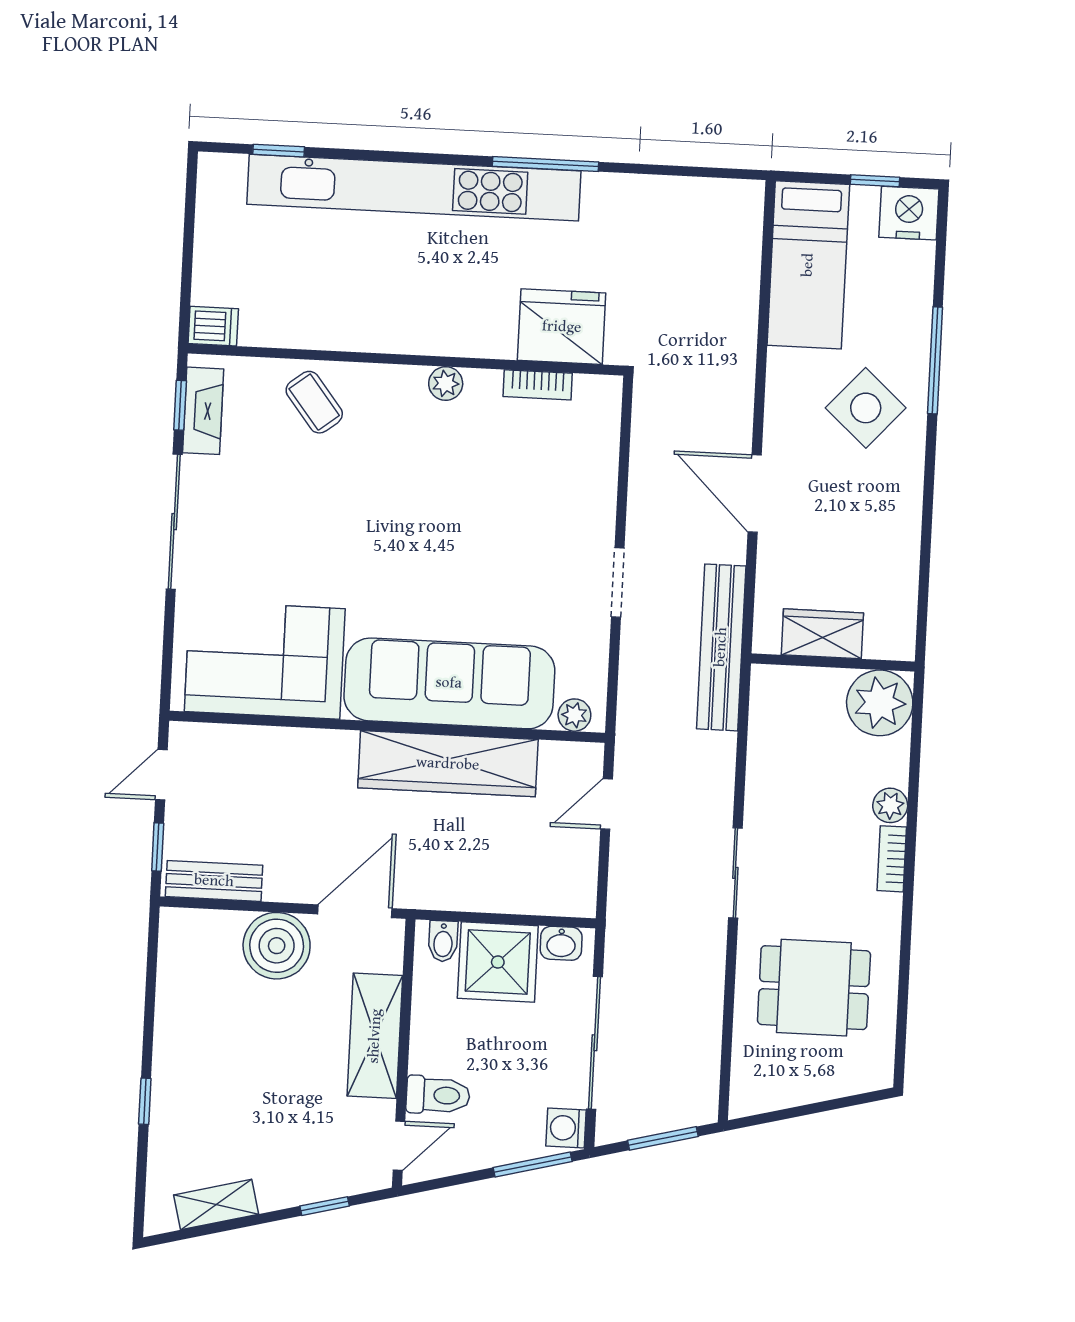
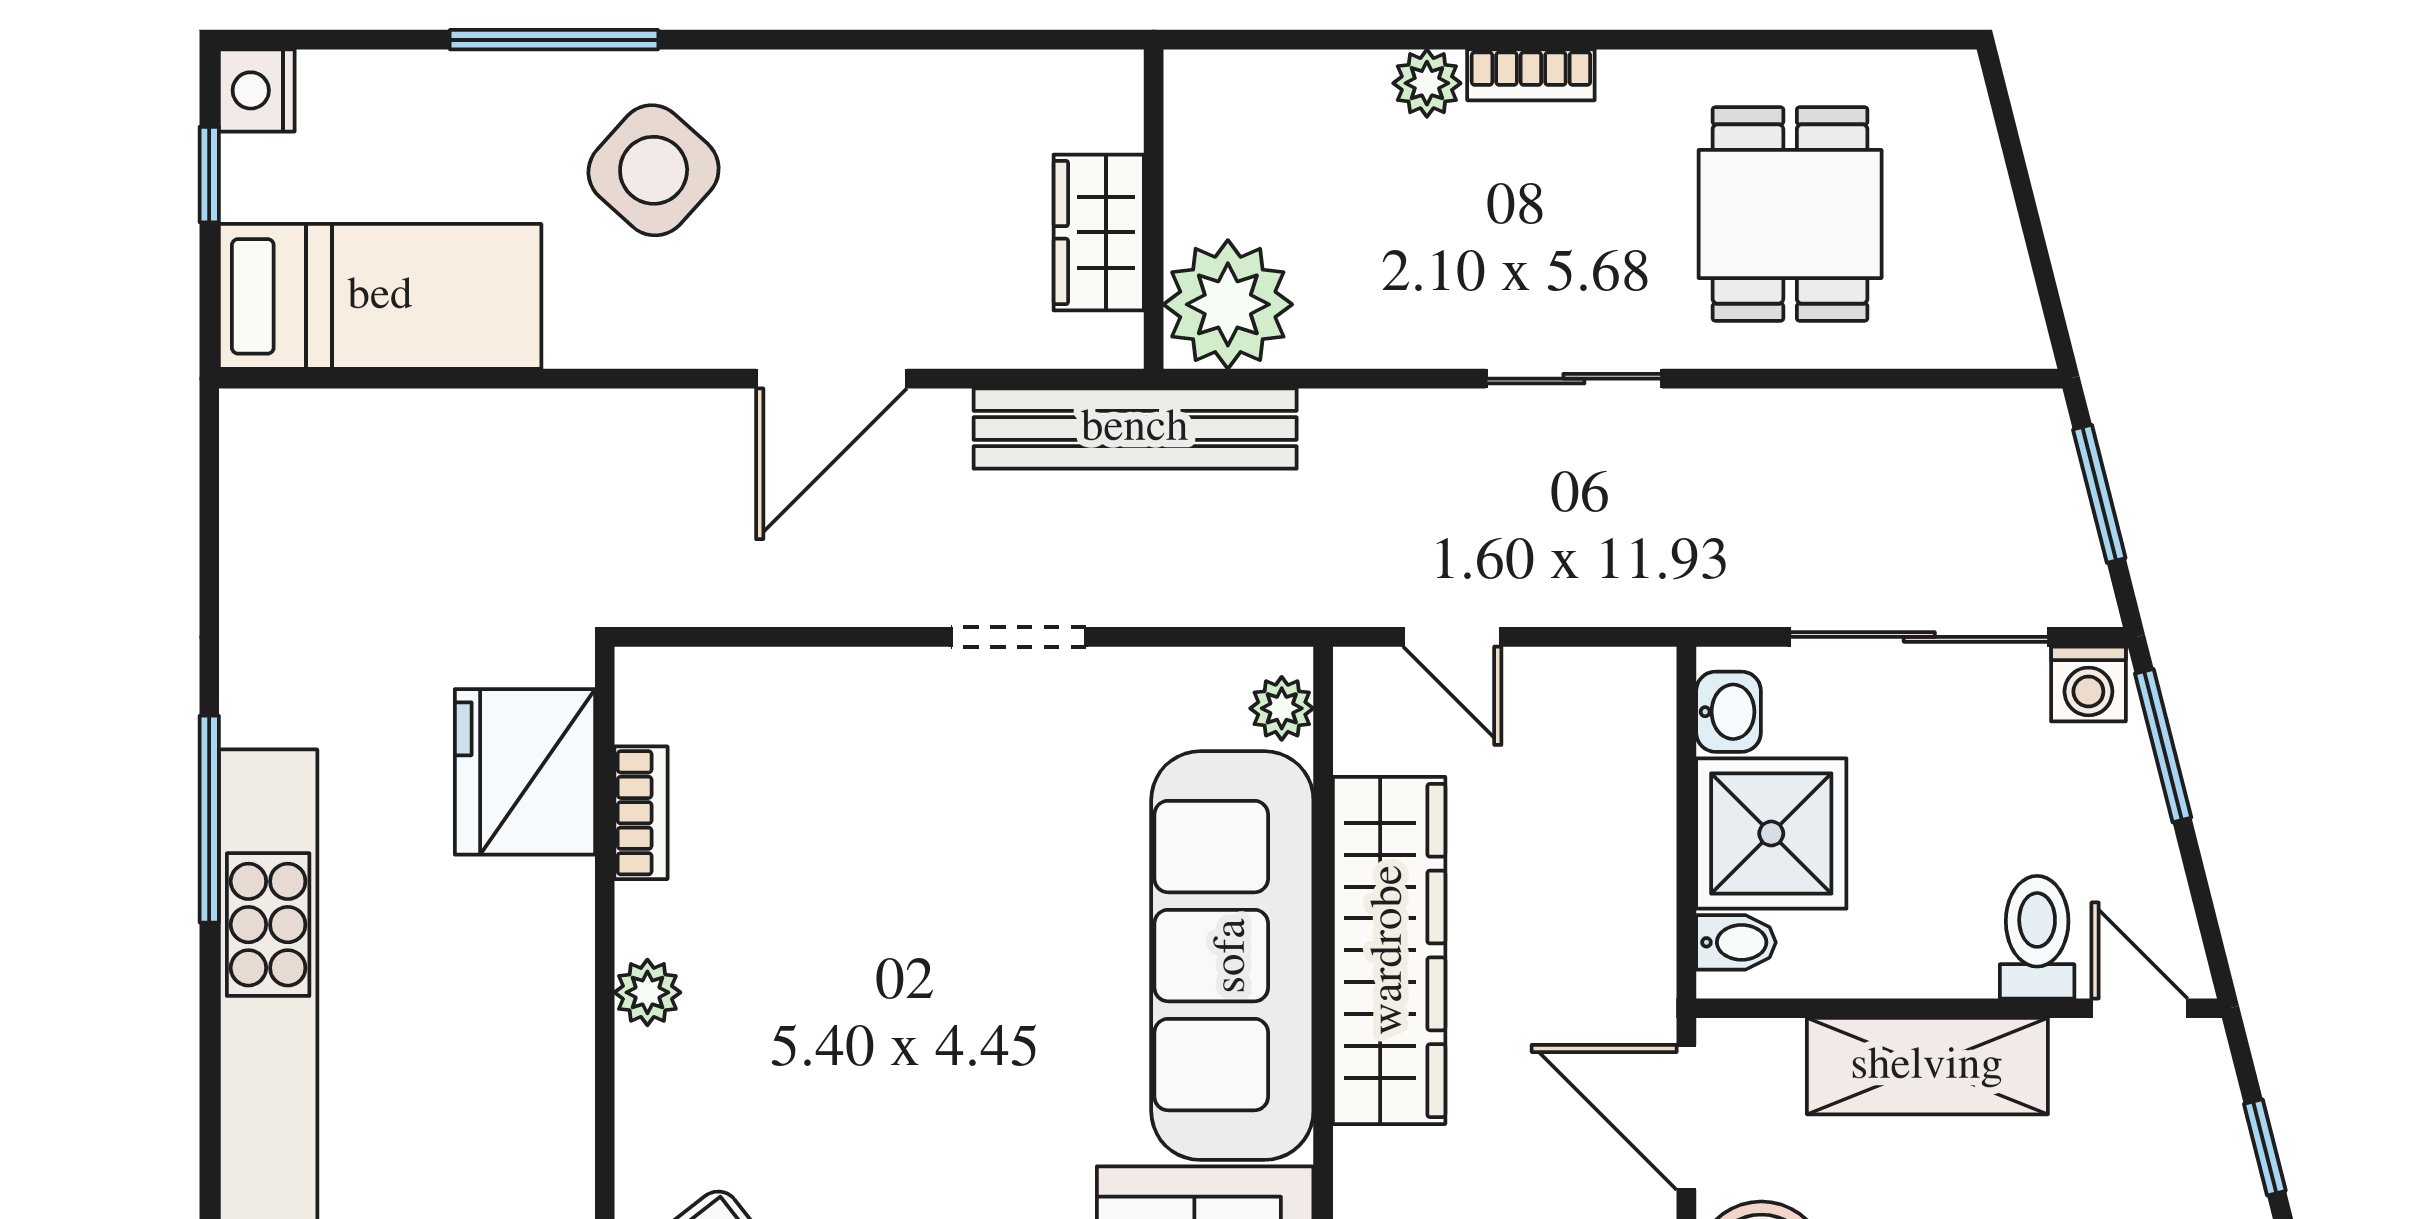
nightstand: (909, 213) -> (257, 90), width x0.74, depth x0.75
plant: (880, 703) -> (1228, 304), moved

